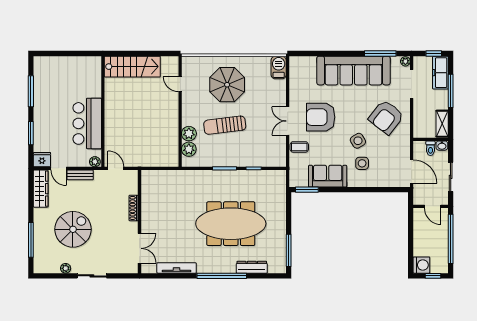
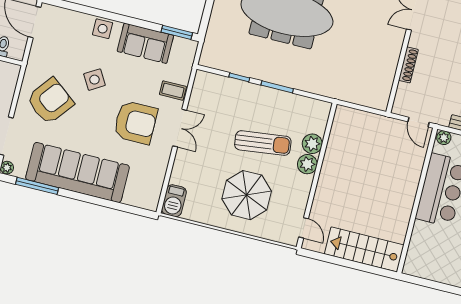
door: (180, 84) -> (304, 228), moved
plant: (189, 149) -> (307, 164), moved
side table: (362, 163) -> (103, 29), moved

